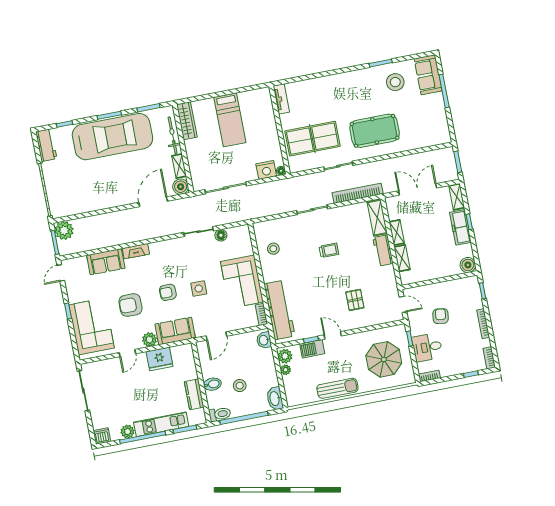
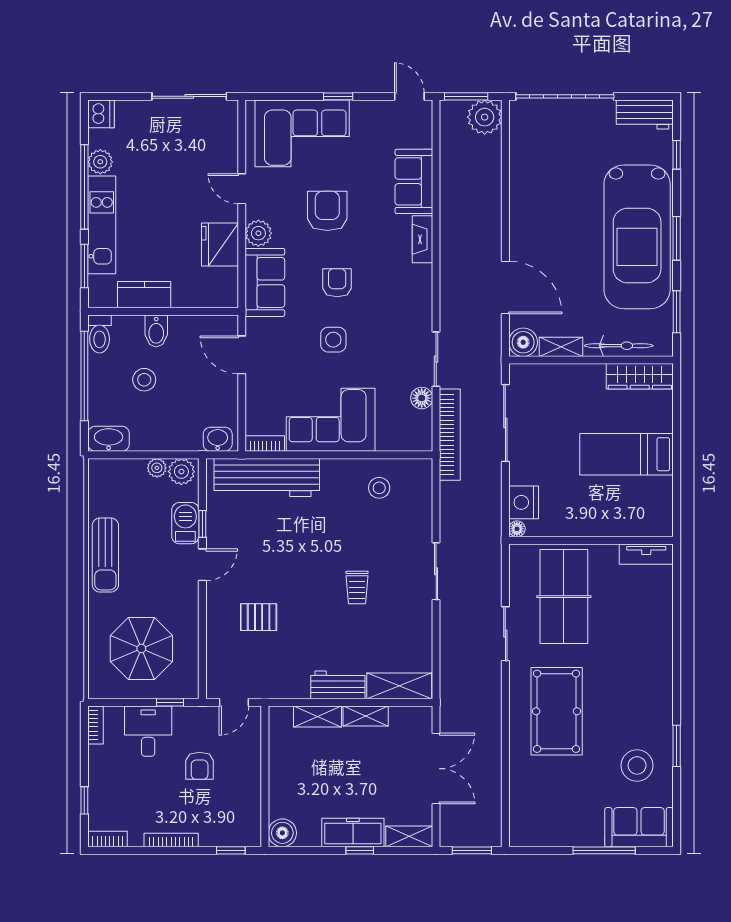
bookcase: (358, 193) -> (450, 435), moved
armchair: (441, 316) -> (200, 766), turned 82

